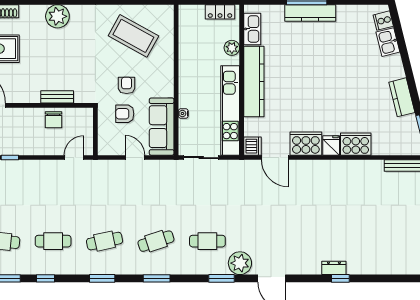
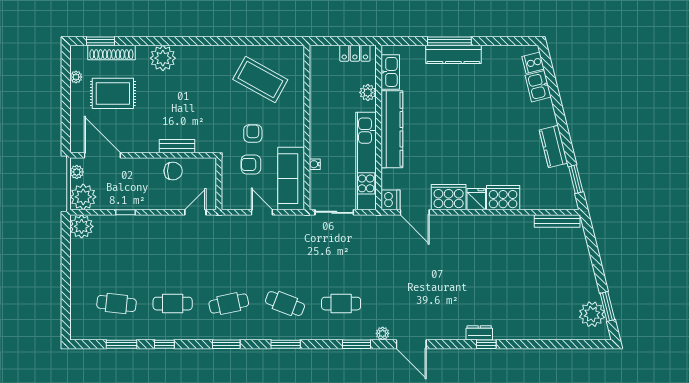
plant: (57, 16) -> (163, 58), moved
chair: (54, 120) -> (173, 171), turned -90
cafe table: (156, 241) -> (285, 304), turned 39
plant: (240, 263) -> (383, 333), width x0.53, depth x0.53

